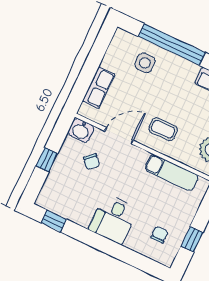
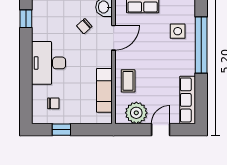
coffee table: (163, 129) -> (128, 81), moved
door: (119, 136) -> (114, 38), hinge flipped
desk: (113, 219) -> (49, 63), width x1.37

